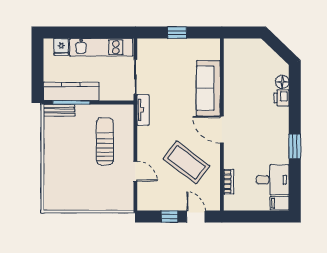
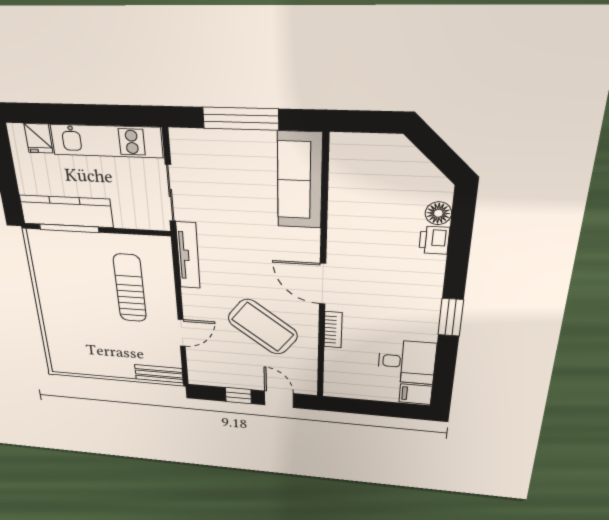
window: (177, 32) -> (241, 119), width x2.17
sofa: (208, 88) -> (300, 180), moved
bench: (59, 110) -> (159, 374), moved
tv unit: (143, 110) -> (188, 255), width x1.41
door: (135, 171) -> (182, 333), hinge flipped
bookcase: (229, 182) -> (333, 330), moved

